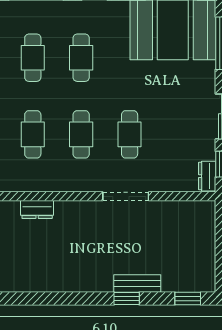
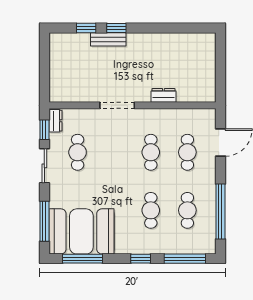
cafe table: (130, 134) -> (78, 152), moved
dresser: (37, 209) -> (163, 95), moved
window: (188, 298) -> (86, 28), moved

